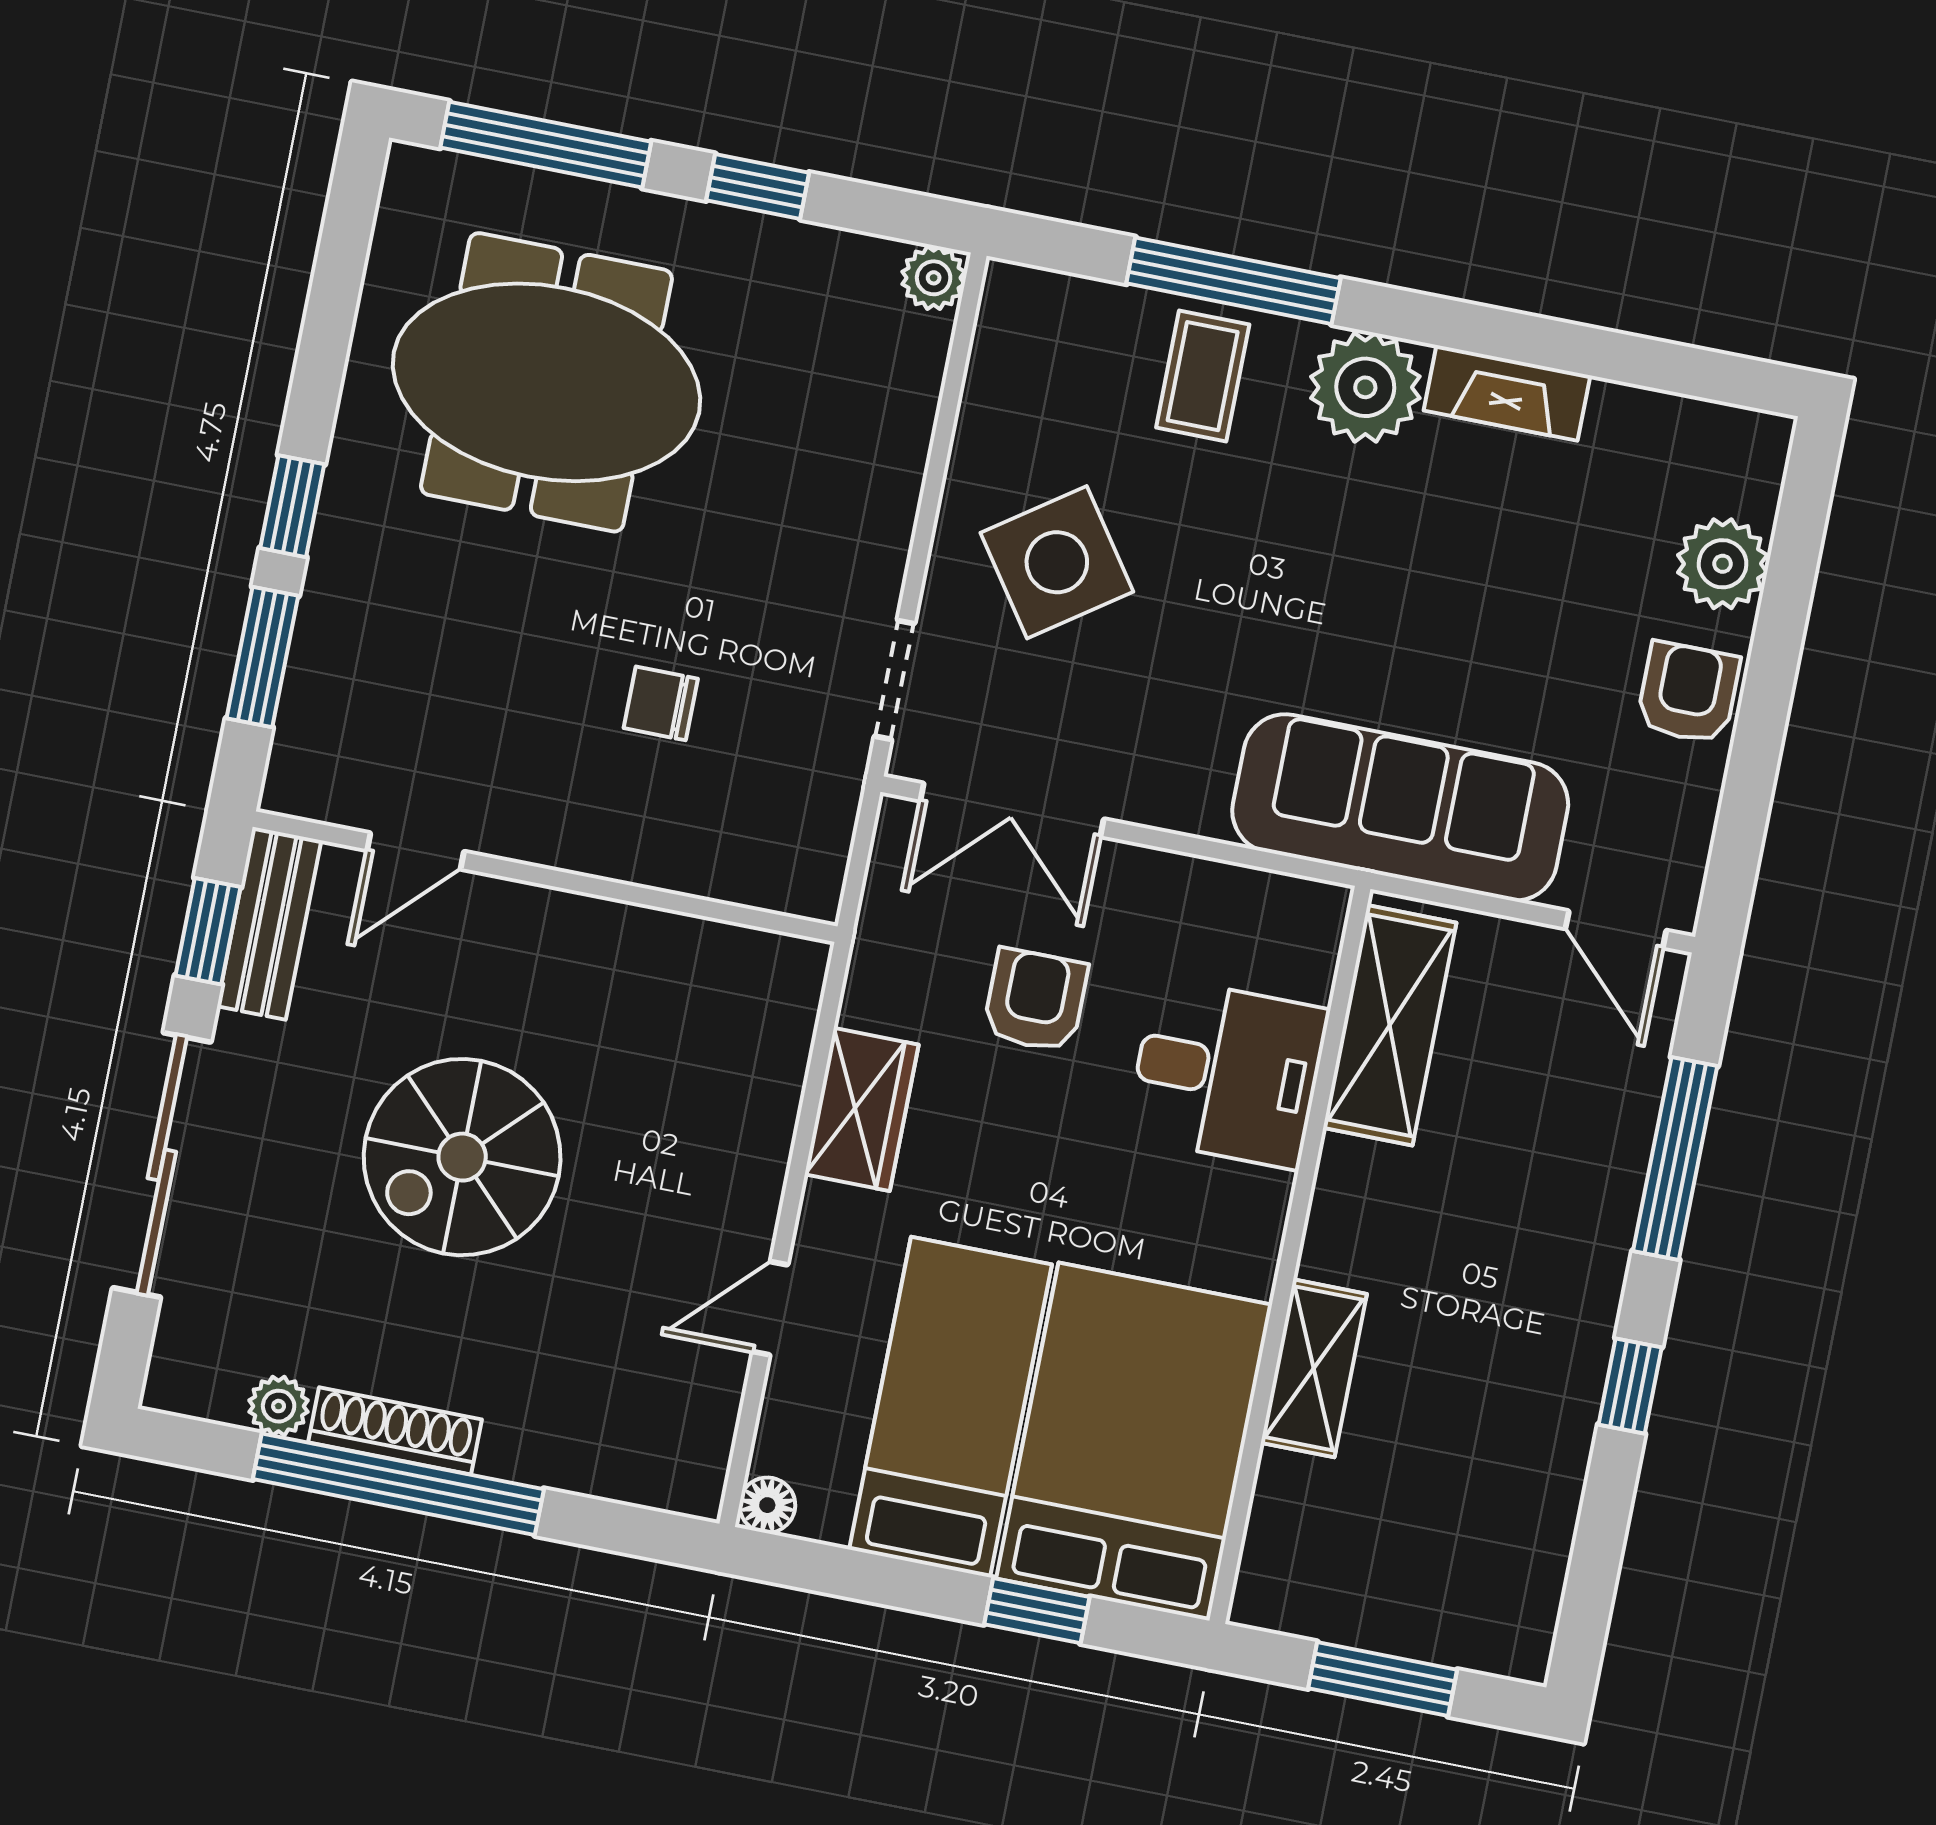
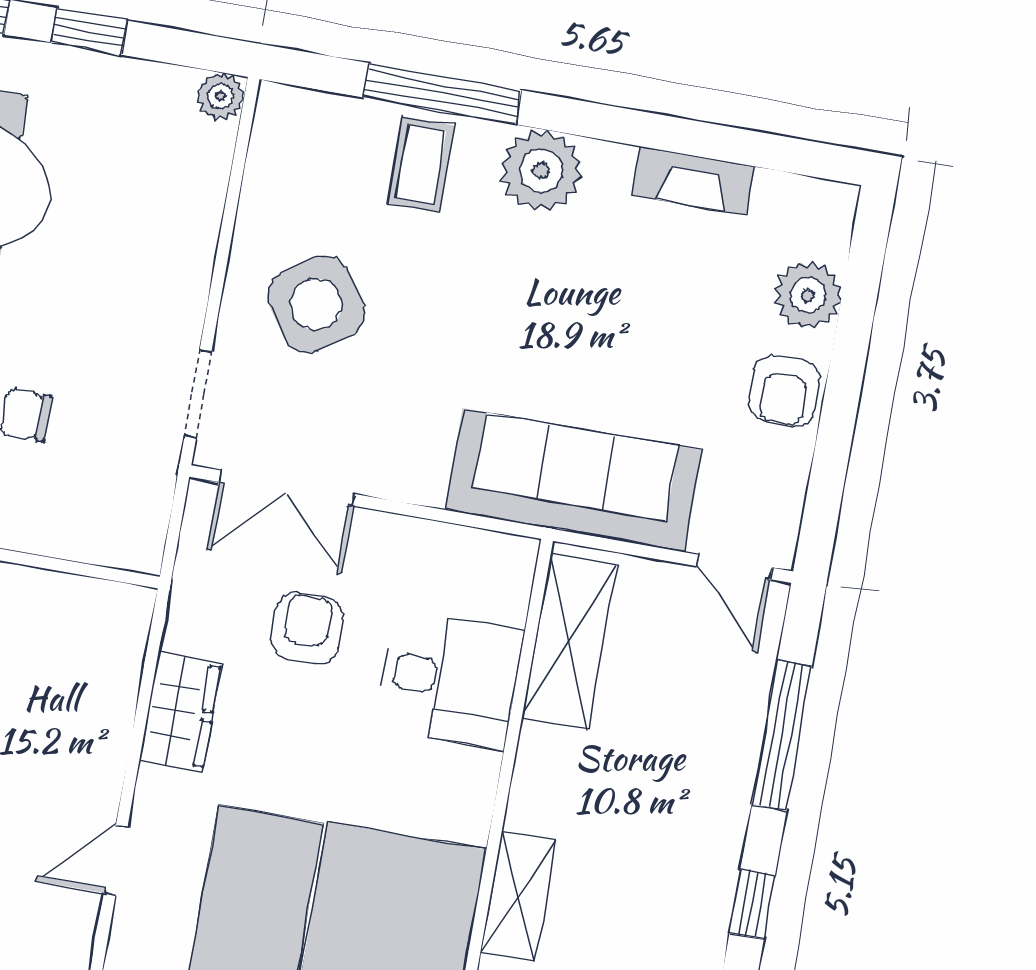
fireplace: (1507, 393) -> (693, 181), moved
armchair: (1688, 693) -> (784, 391), turned 180

